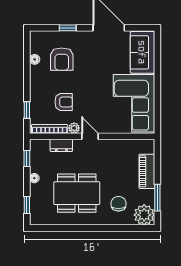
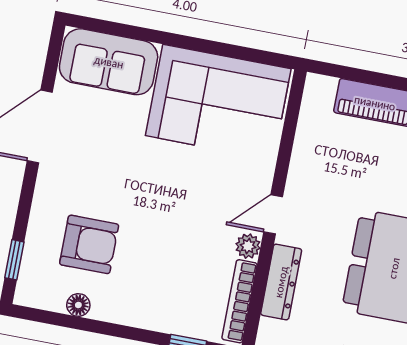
window: (68, 28) -> (14, 260), moved
armchair: (64, 102) -> (185, 258), removed
dresser: (61, 145) -> (281, 282), width x1.44

